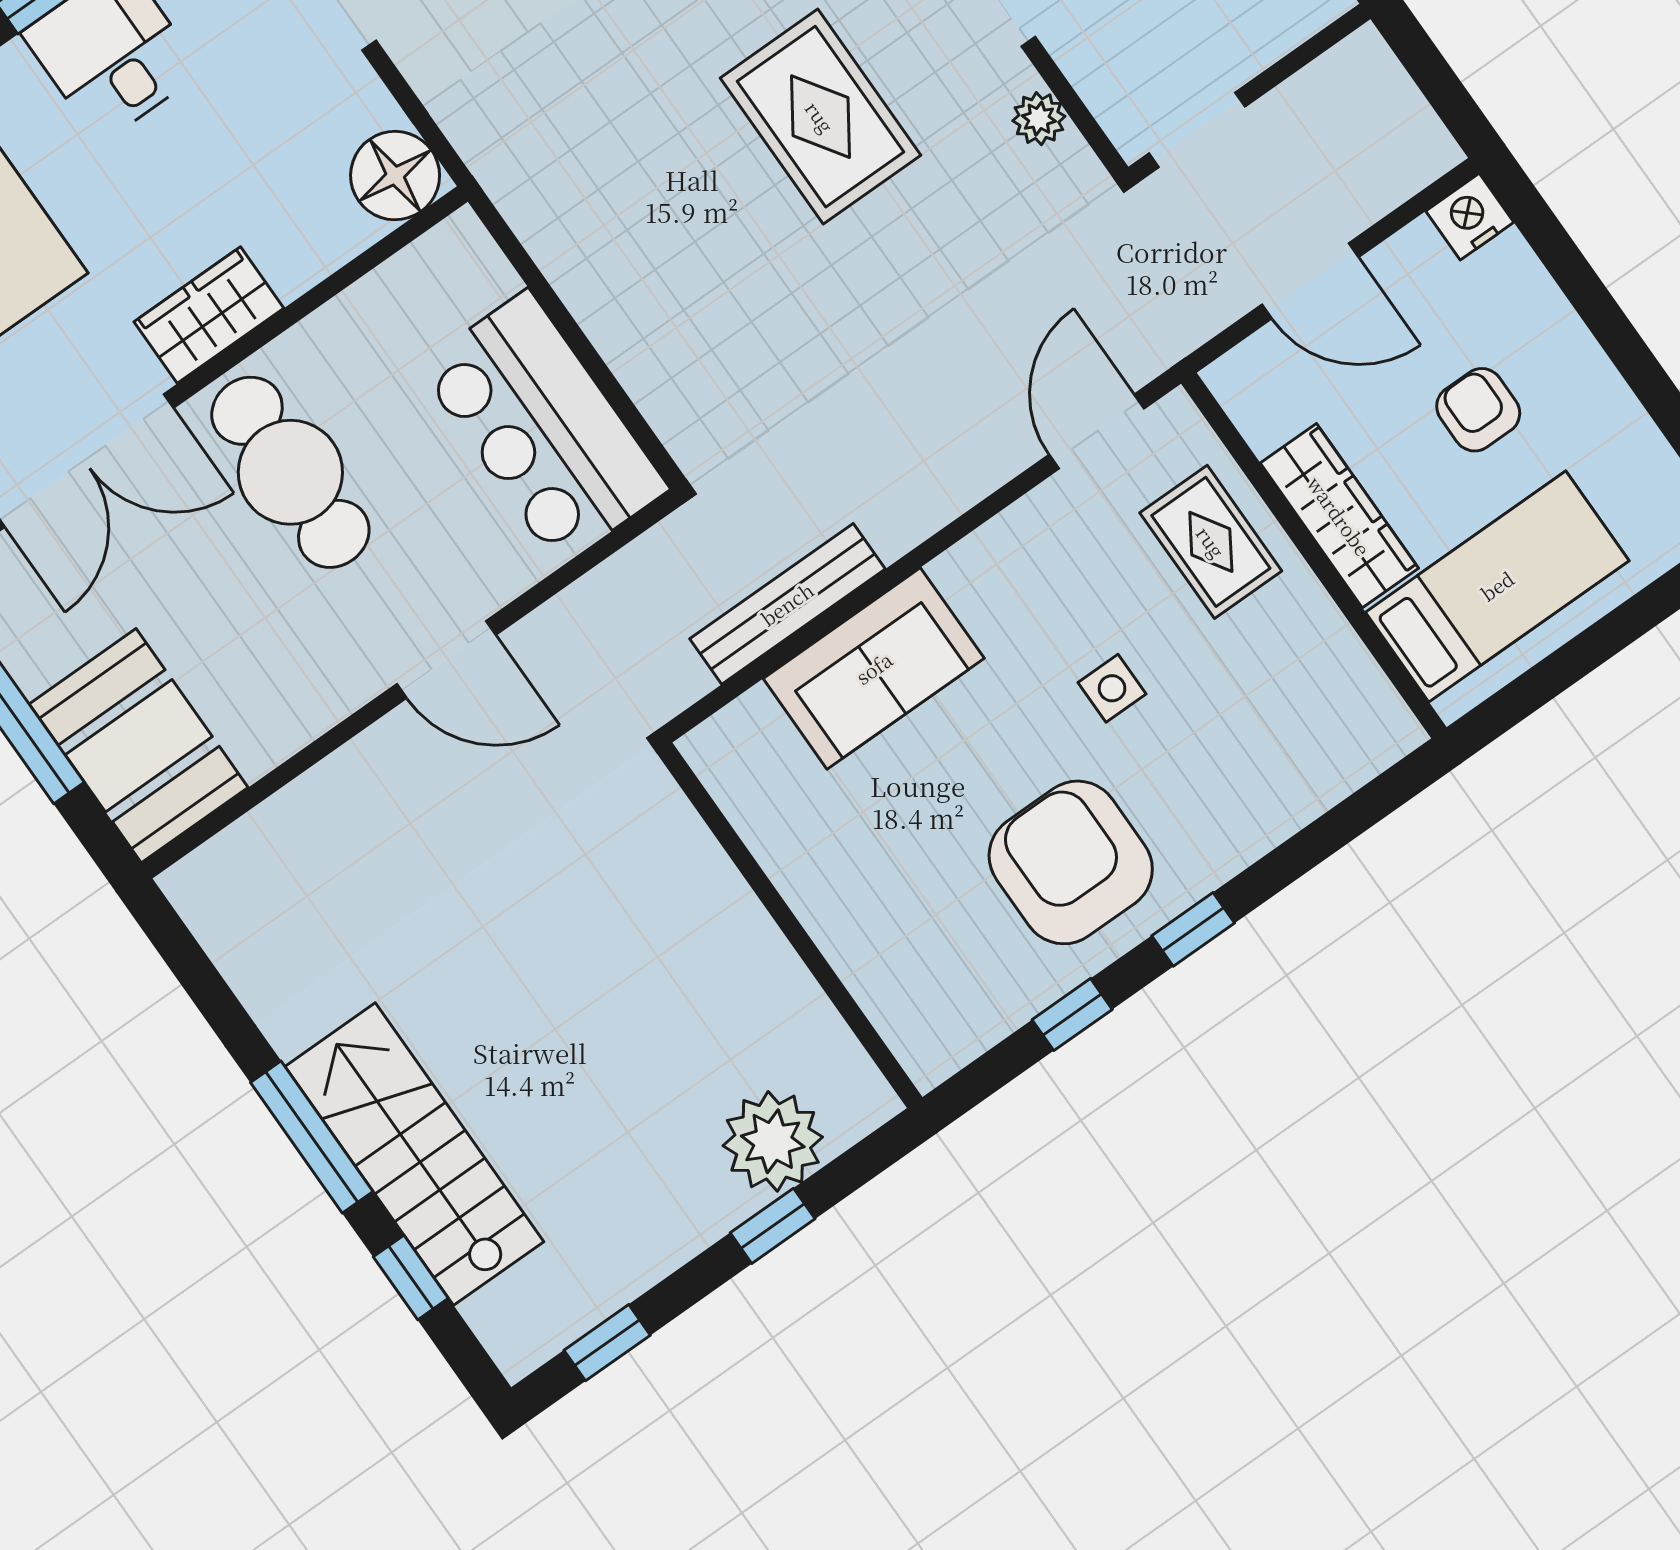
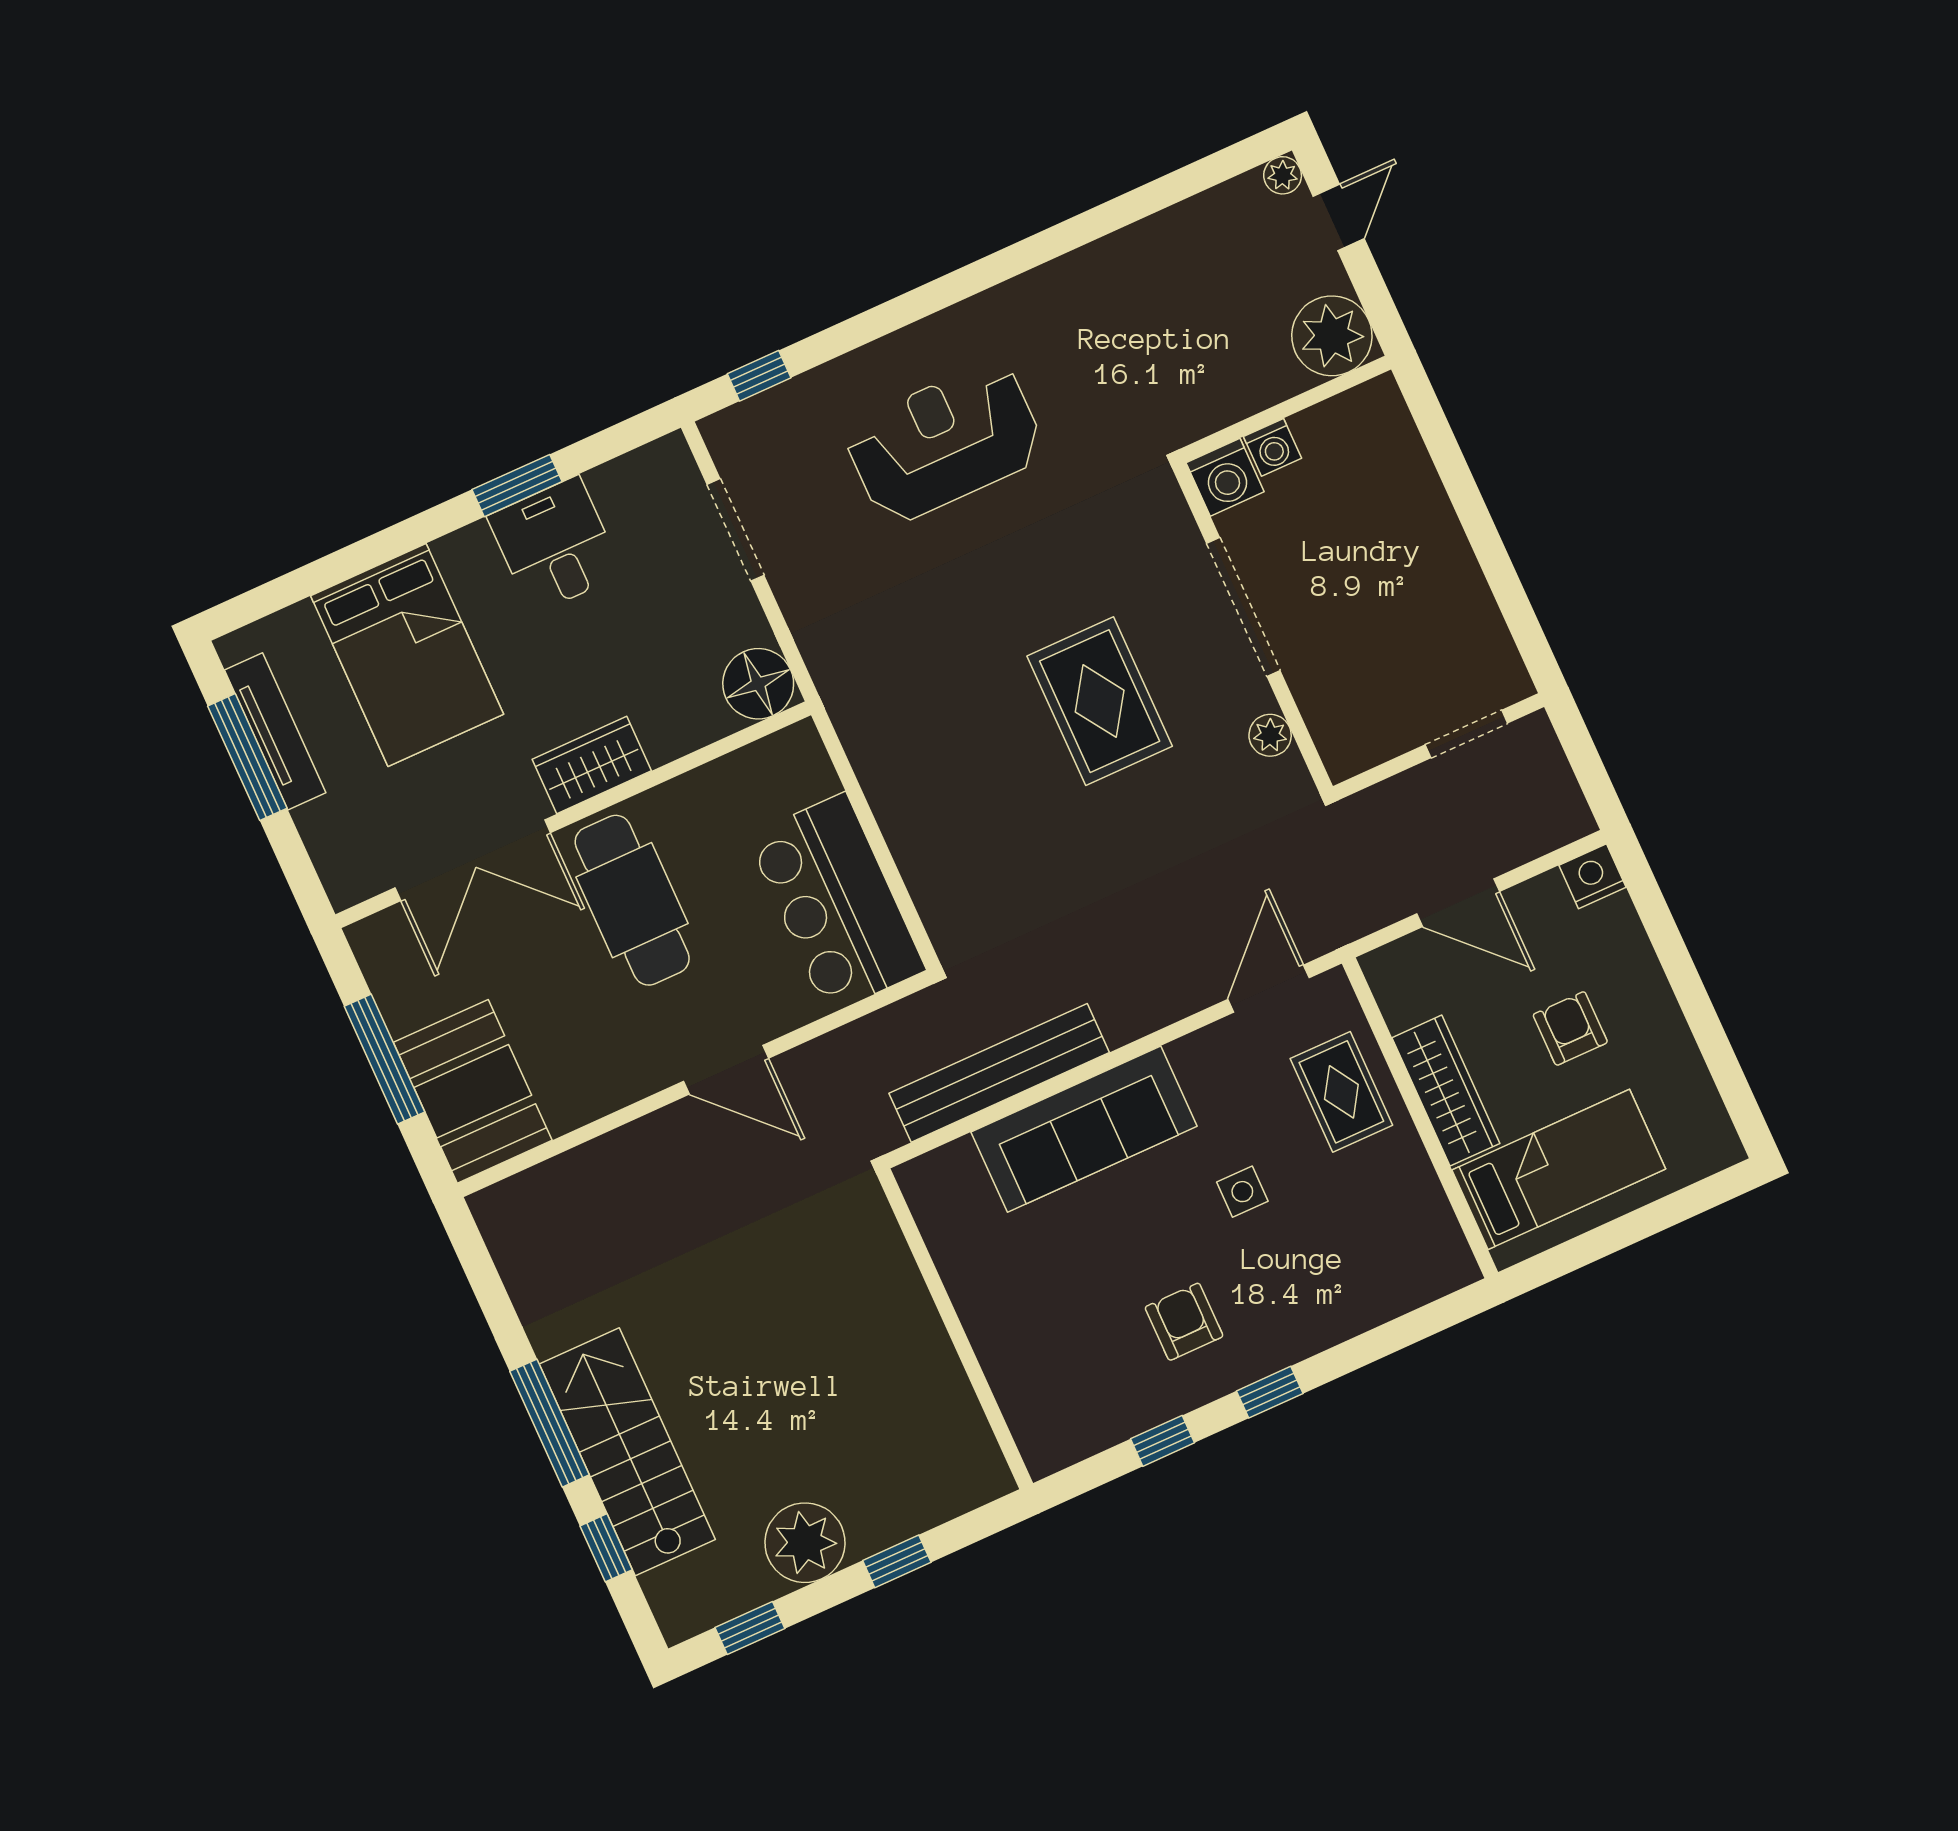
doorway: (1197, 130) -> (1466, 734), moved
bench: (787, 604) -> (999, 1073), width x1.37, depth x1.21
sofa: (874, 668) -> (1084, 1129), width x1.36
armchair: (1071, 862) -> (1184, 1322), width x0.53, depth x0.53
plant: (773, 1141) -> (805, 1543), moved

